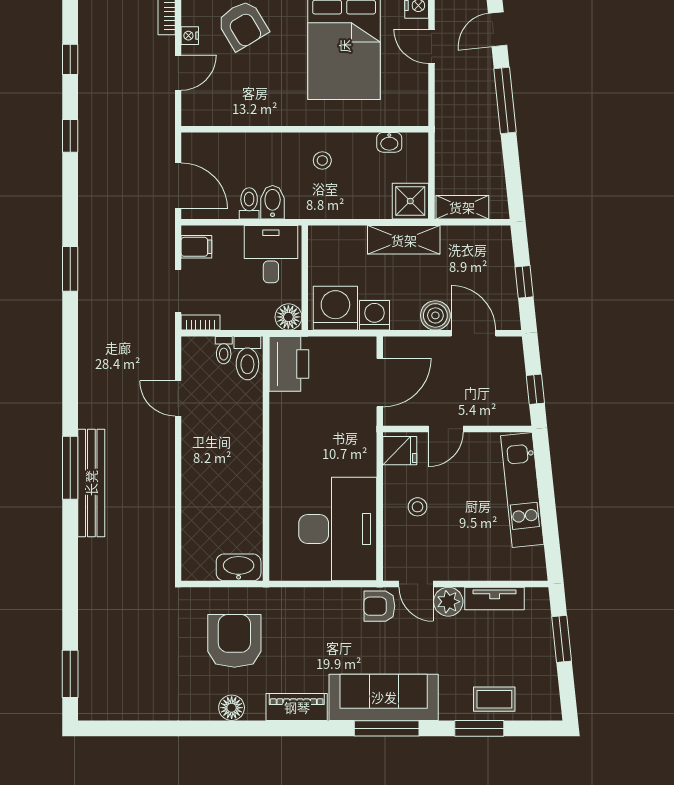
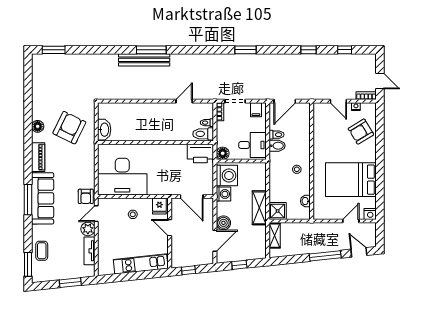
armchair: (379, 606) -> (86, 196), turned 180
armchair: (234, 641) -> (69, 128), turned -64
window: (479, 728) -> (28, 264), moved

